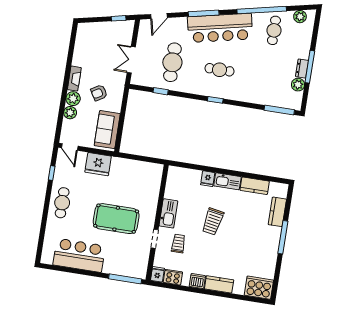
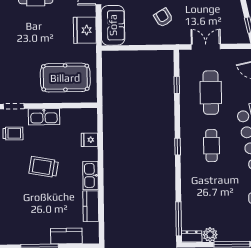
cafe table: (172, 62) -> (211, 93), turned 90
dresser: (302, 68) -> (192, 236), moved
sofa: (107, 130) -> (113, 25), moved, turned 90
fridge: (208, 179) -> (89, 140), moved
pool table: (116, 219) -> (65, 78), moved, turned 90

